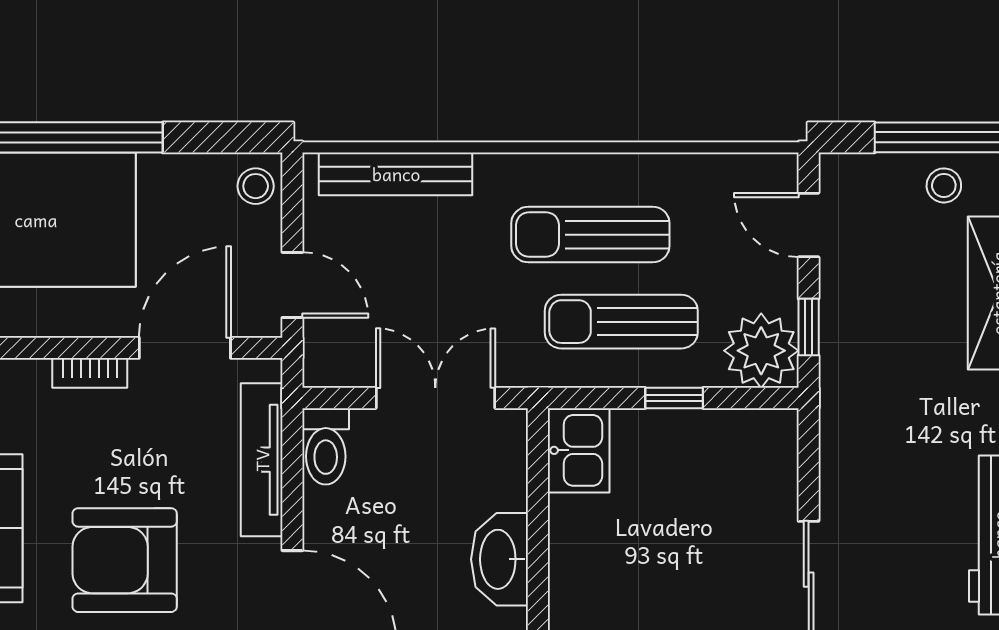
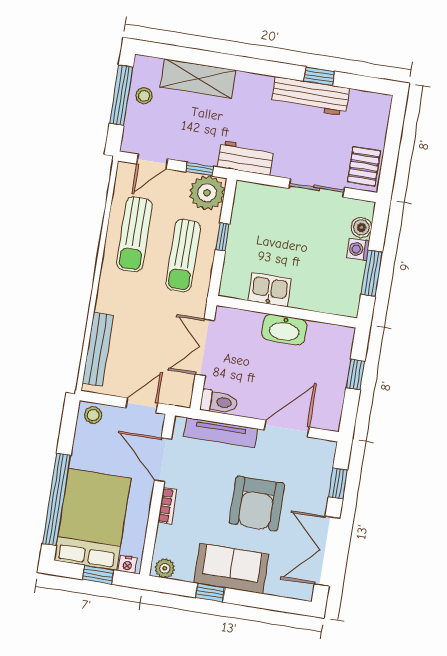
sun lounger: (590, 235) -> (134, 234), moved
workbench: (848, 420) -> (246, 158), added
kitchen sink: (579, 450) -> (270, 290), moved

